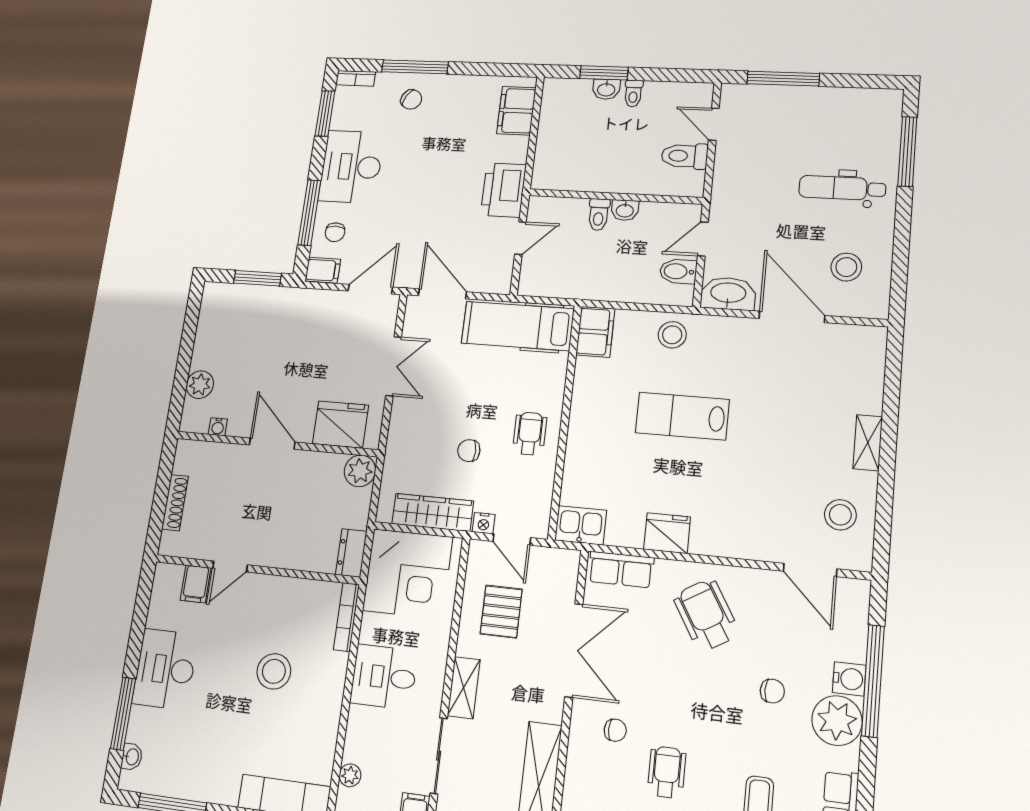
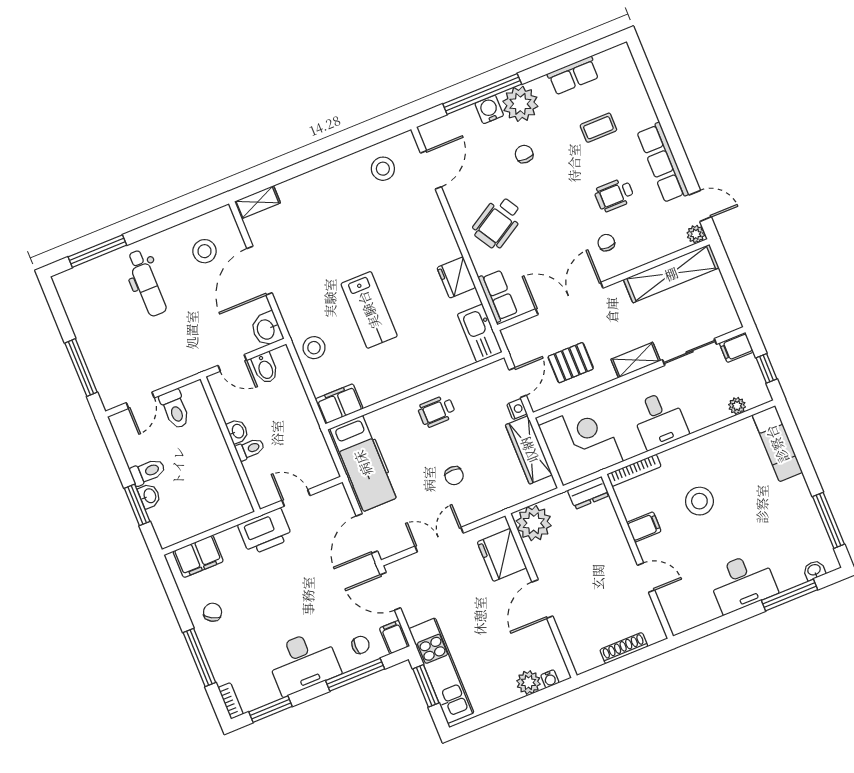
toilet: (633, 93) -> (148, 472), width x1.37, depth x1.39
chair: (411, 99) -> (213, 612), moved
washbasin: (728, 294) -> (266, 329), width x0.72
kitchen unit: (263, 301) -> (441, 671), added
water cooler: (218, 427) -> (550, 679), moved, turned 90
shelving: (868, 443) -> (257, 202), moved
chair: (469, 451) -> (454, 476), moved
plant: (360, 471) -> (534, 523), width x1.36, depth x1.36
kitchen sink: (581, 525) -> (480, 333), width x1.38
filing cabinet: (196, 584) -> (644, 527), moved

